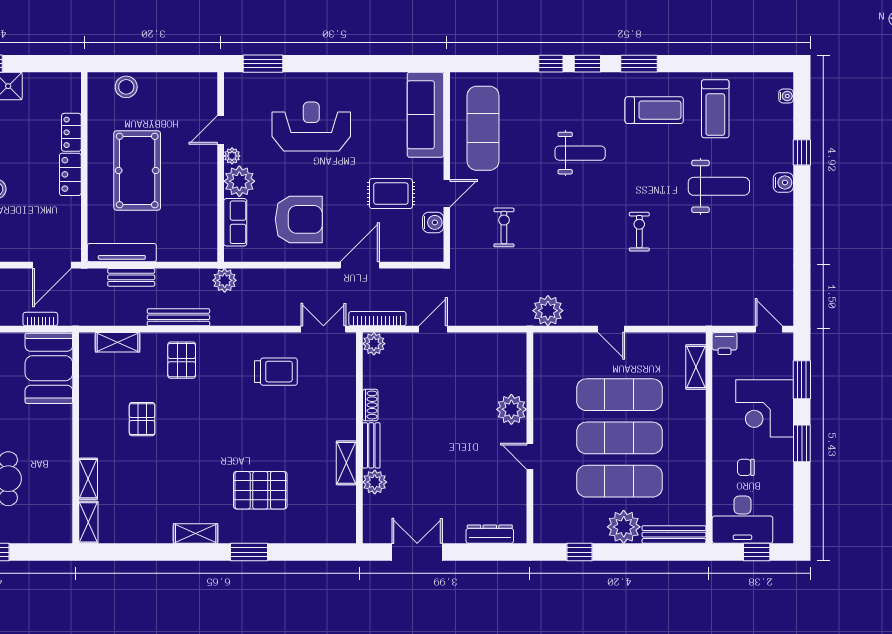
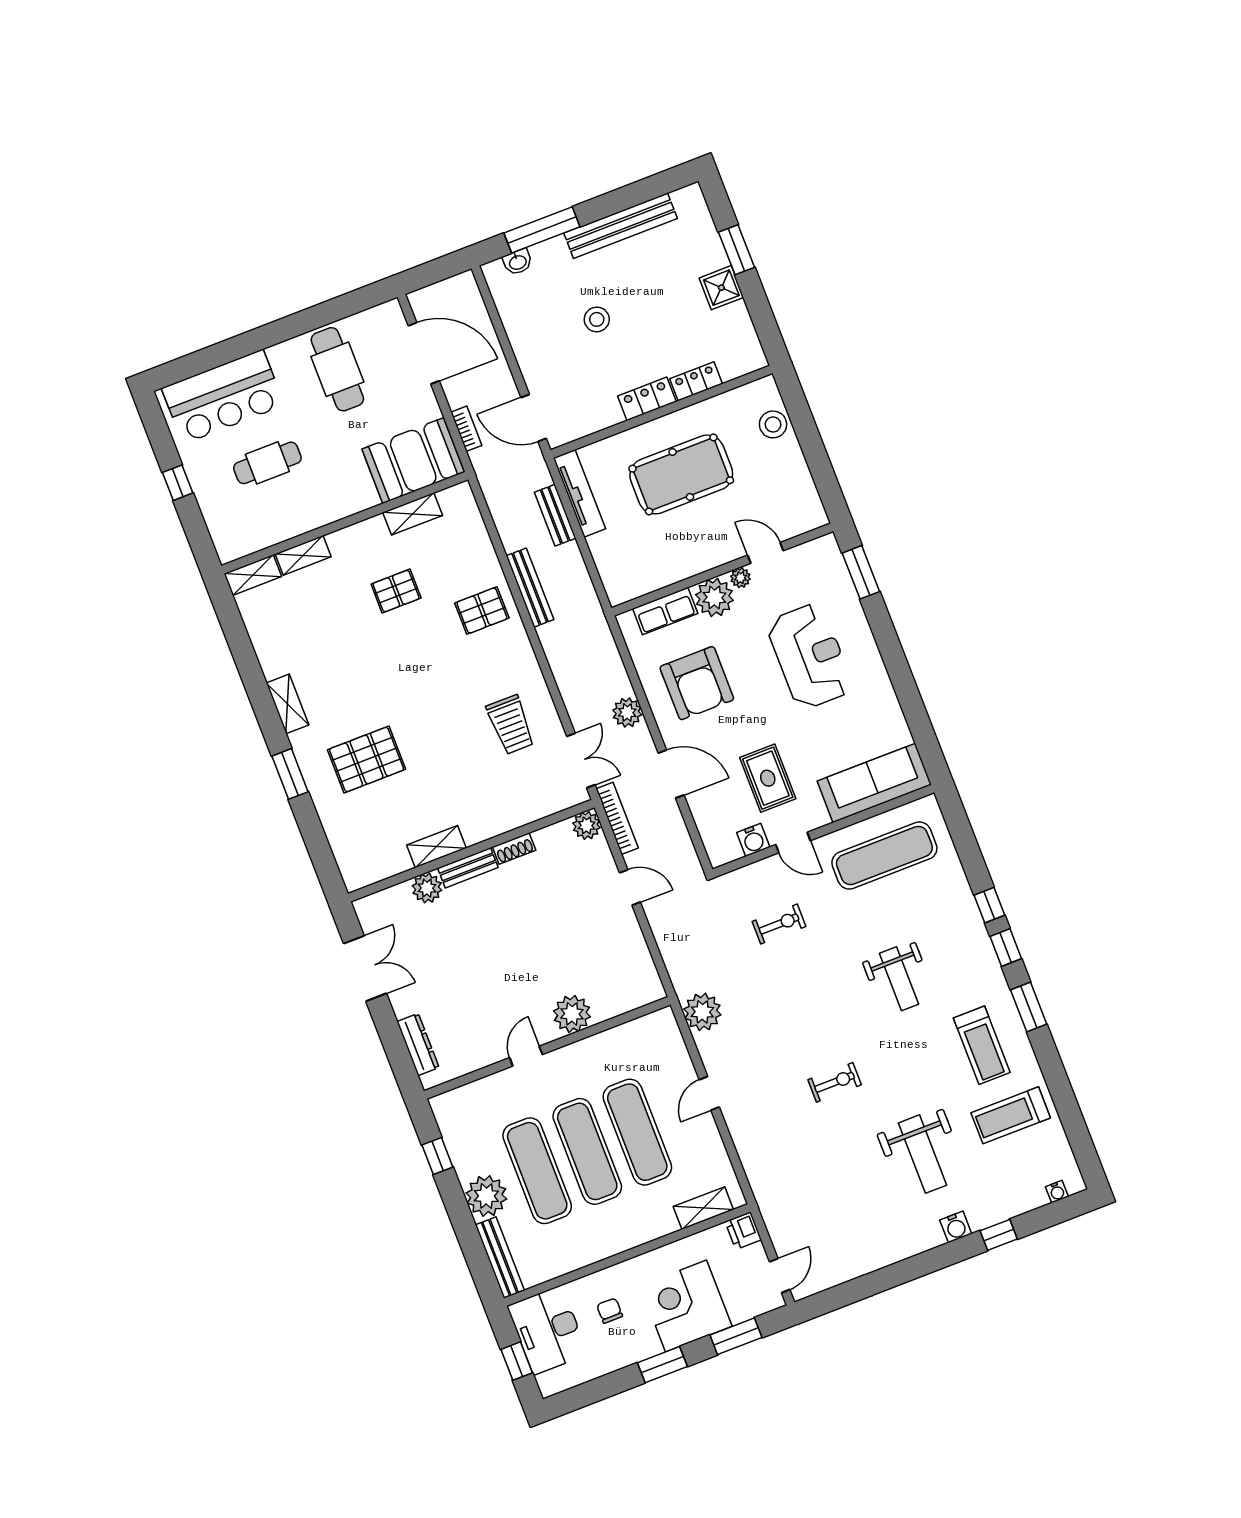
plant: (225, 280) -> (627, 712), moved
shelving: (118, 342) -> (413, 514), moved, turned 90
pallet: (260, 490) -> (367, 759), turned 90

